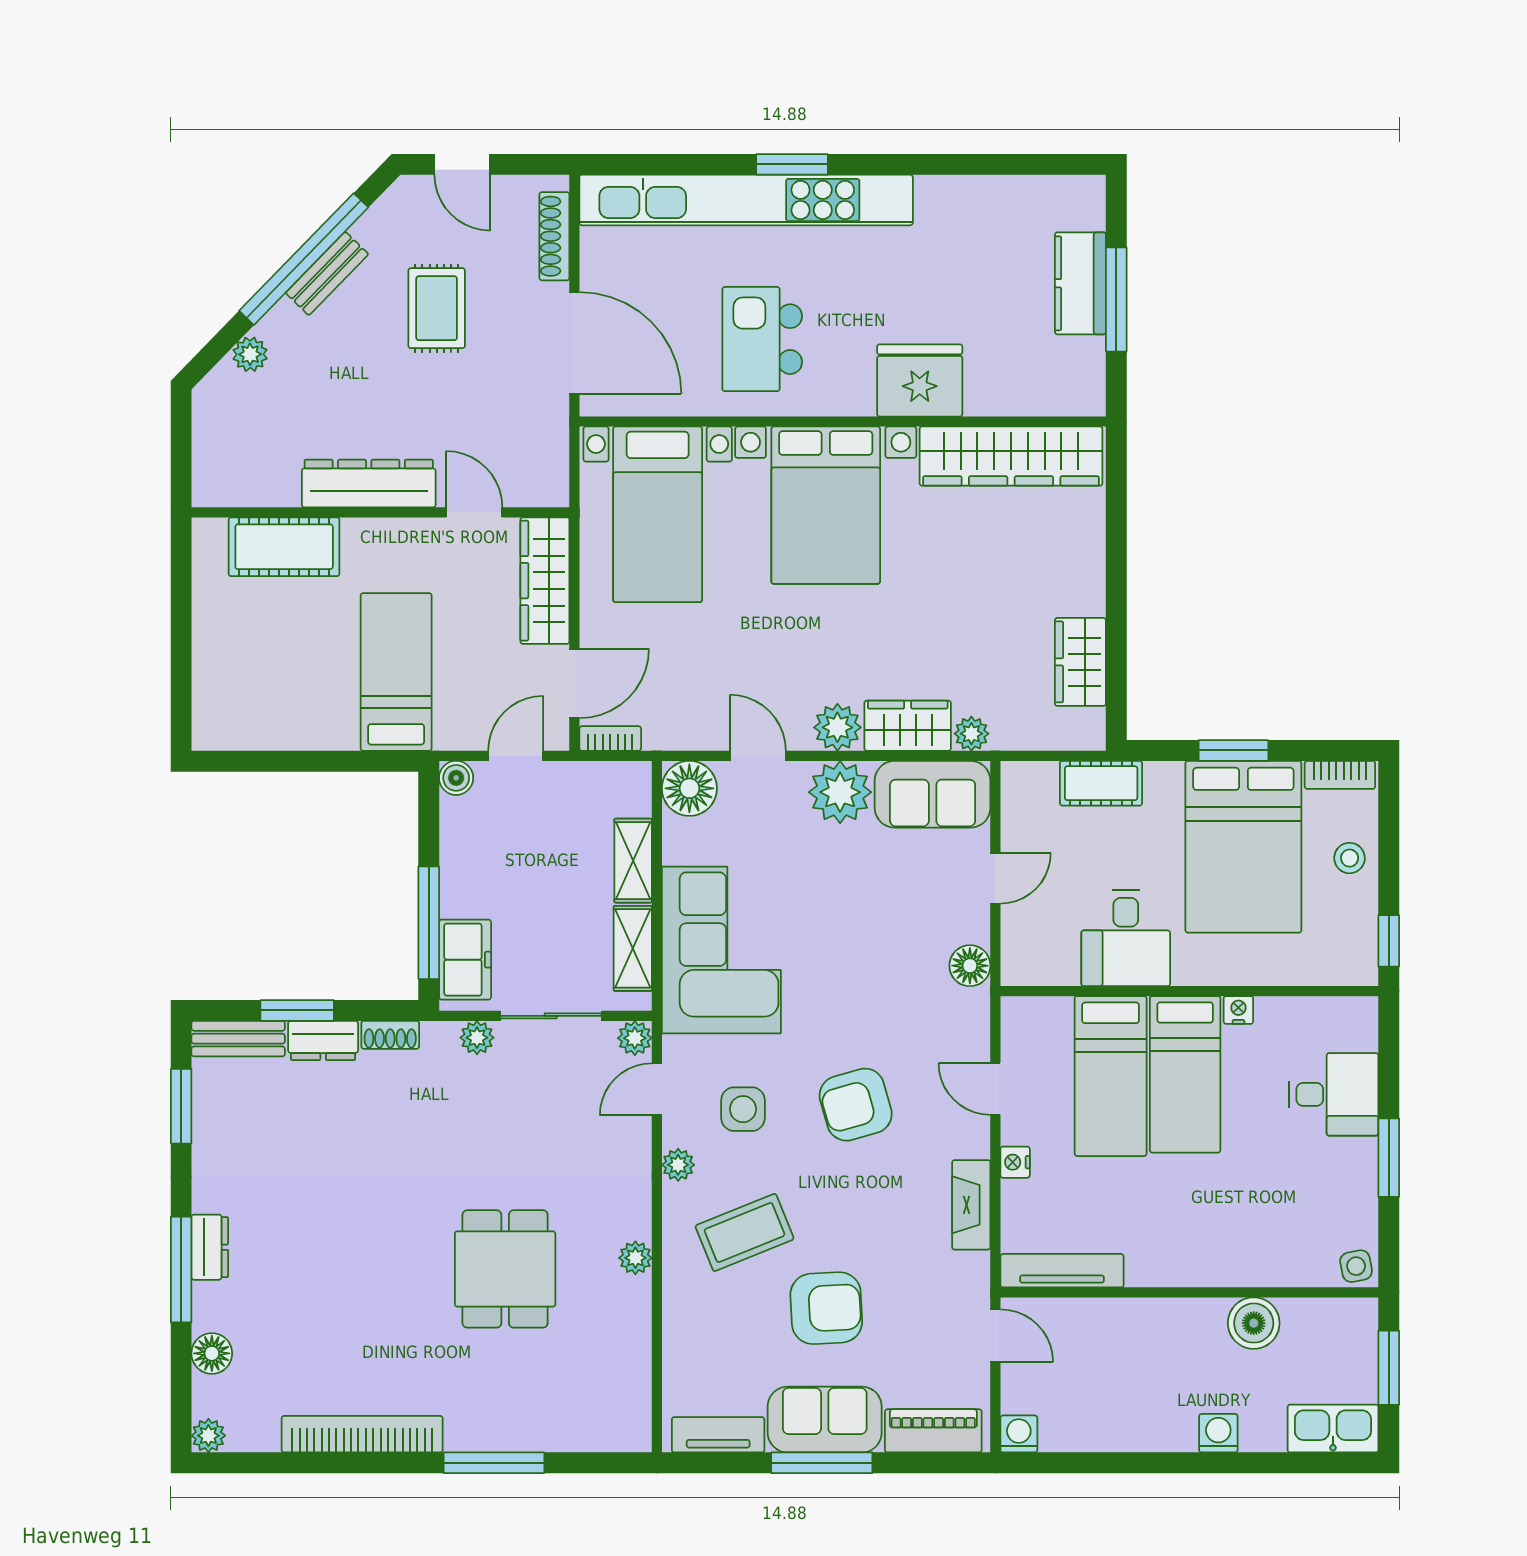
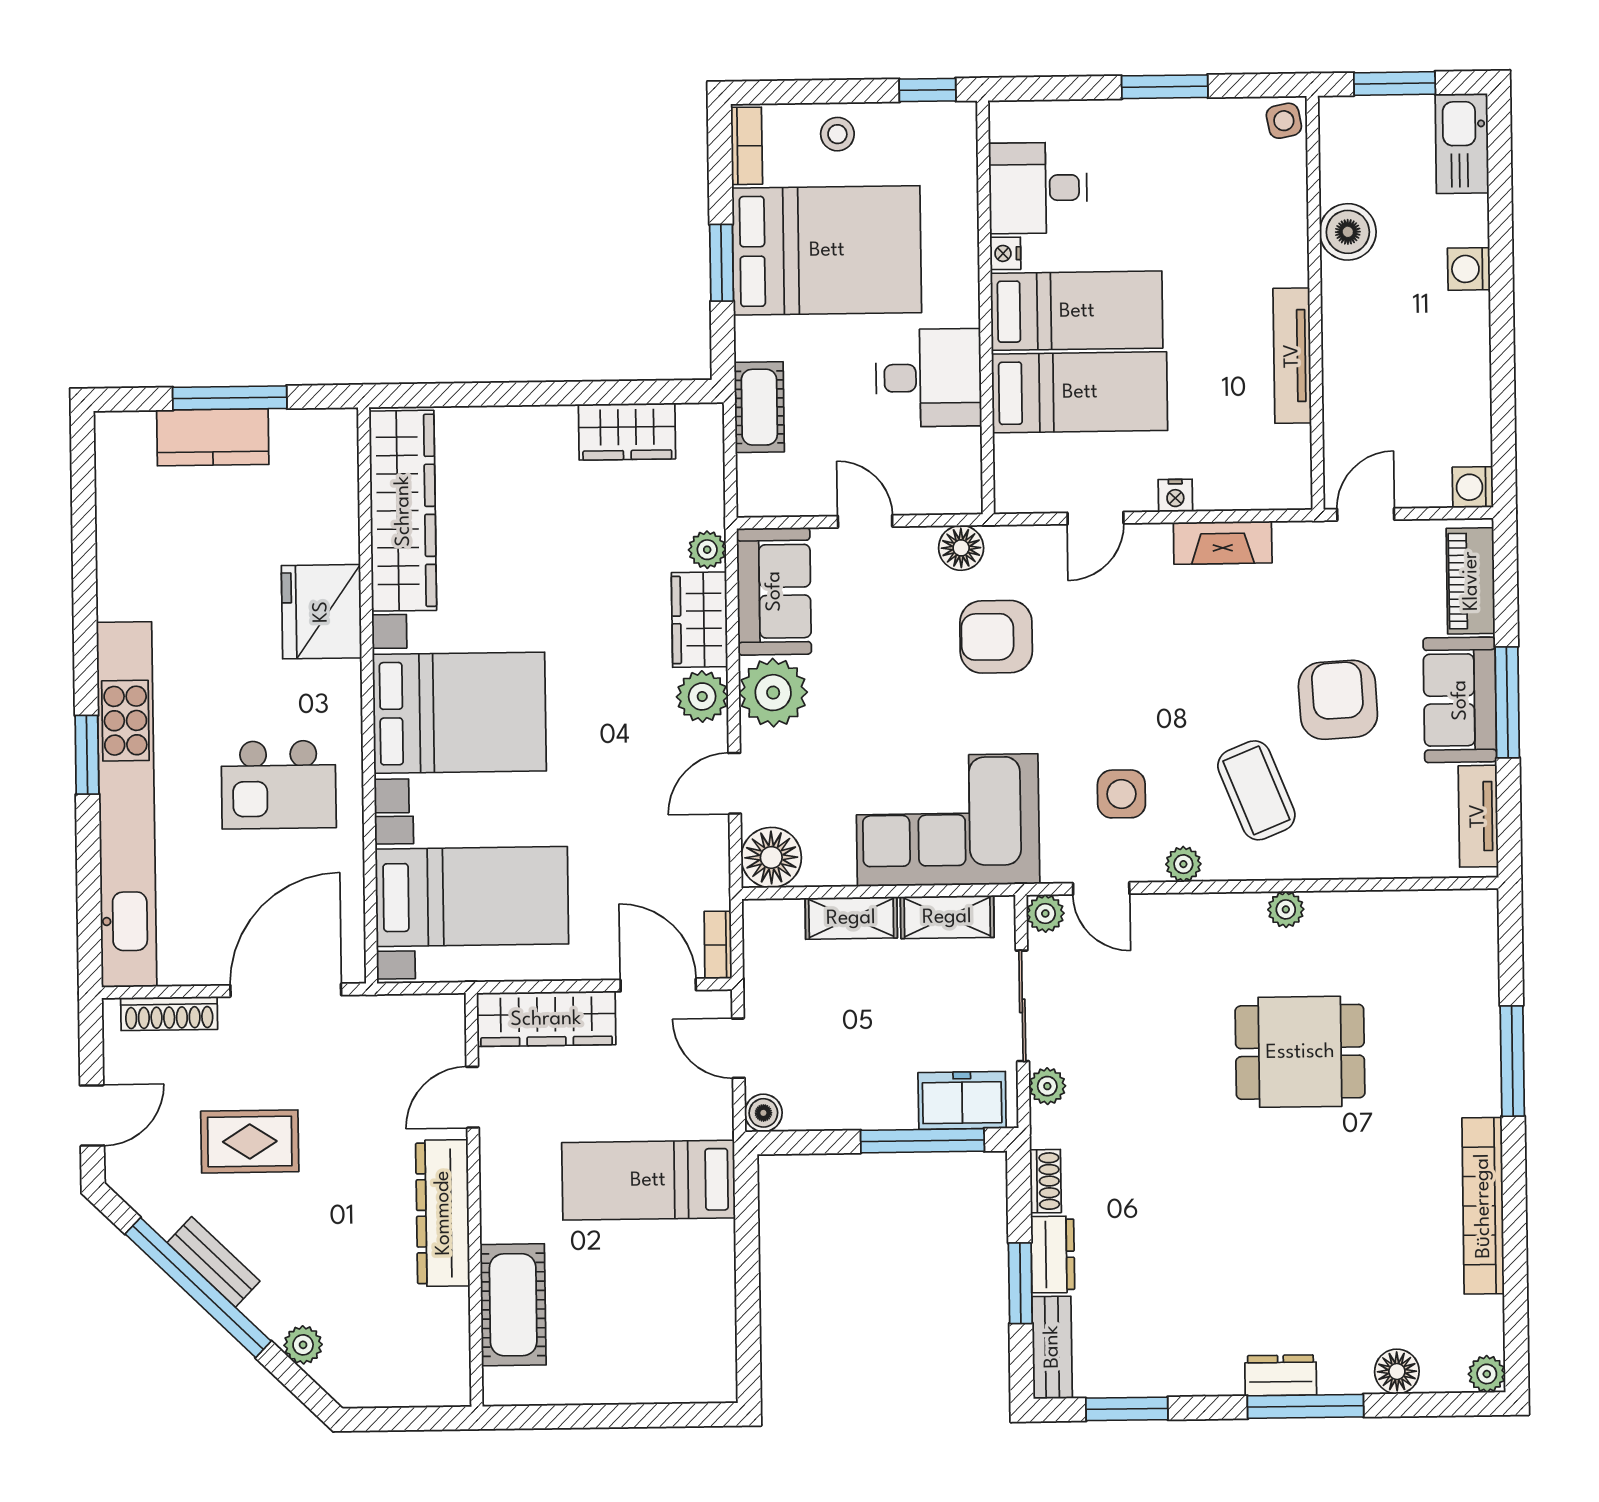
desk: (1334, 1094) -> (1038, 188), moved, turned -90
armchair: (856, 1105) -> (996, 637), moved, turned 106
tv unit: (1062, 1271) -> (1292, 356), moved

